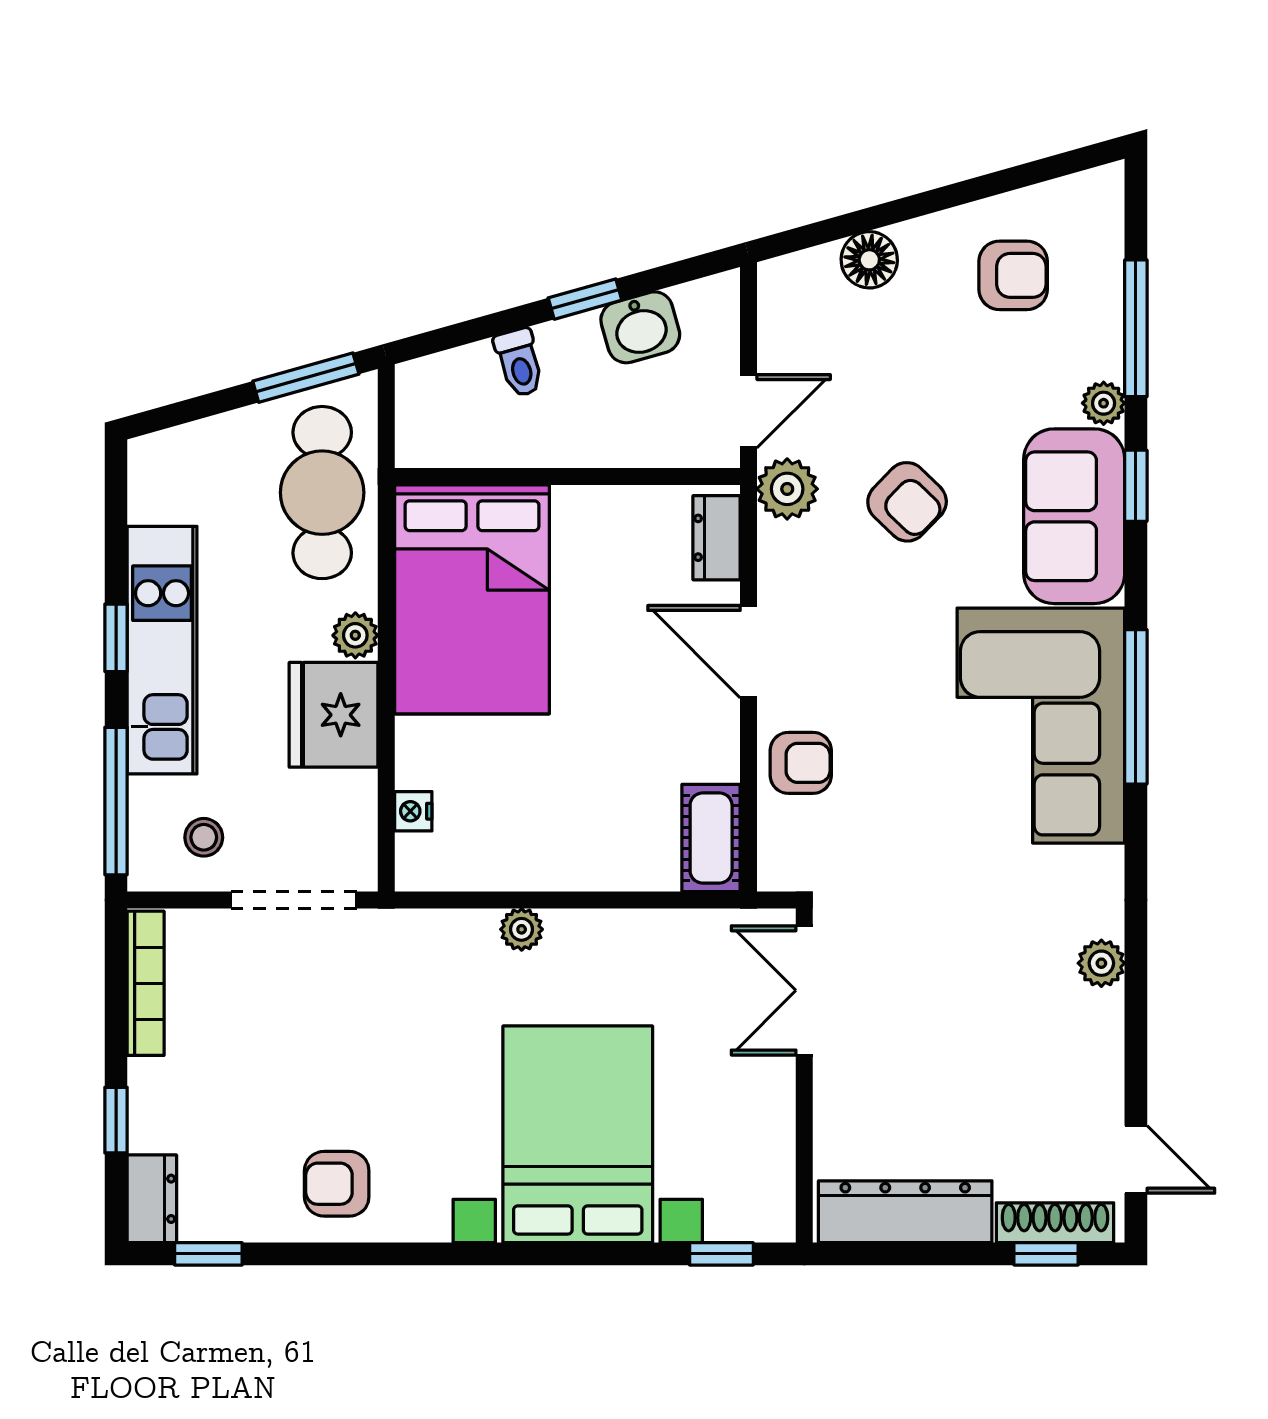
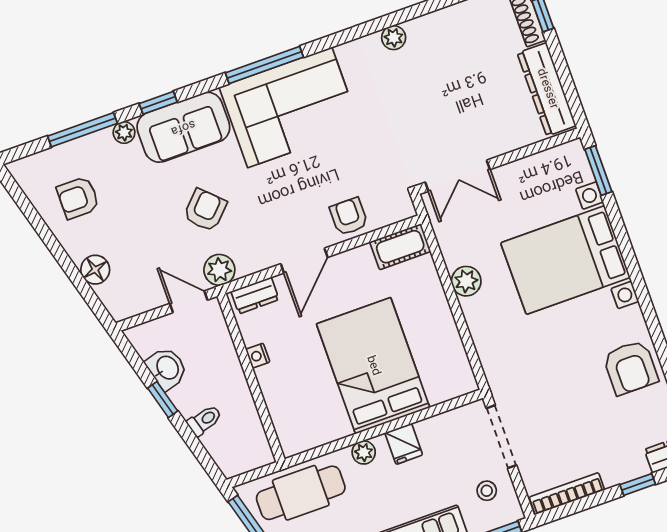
armchair: (1013, 275) -> (78, 198), turned -90
bed: (472, 599) -> (373, 366), moved, turned -90
fridge: (334, 715) -> (404, 444), width x0.53, depth x0.75
nightstand: (413, 811) -> (258, 356), moved, turned 90
plant: (522, 929) -> (466, 281), moved, width x1.38, depth x1.38
armchair: (337, 1184) -> (630, 367), width x1.38, depth x1.38
window: (721, 1254) -> (598, 171), width x1.50

